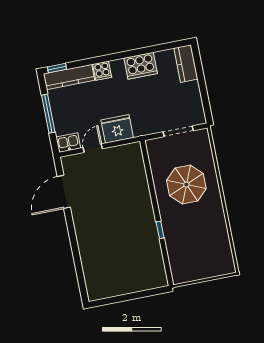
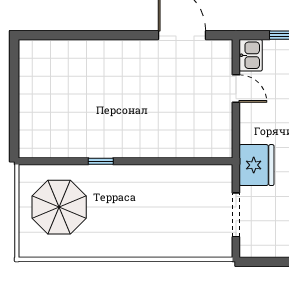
fridge: (117, 129) -> (256, 165), moved
parasol: (186, 185) -> (59, 207), moved

